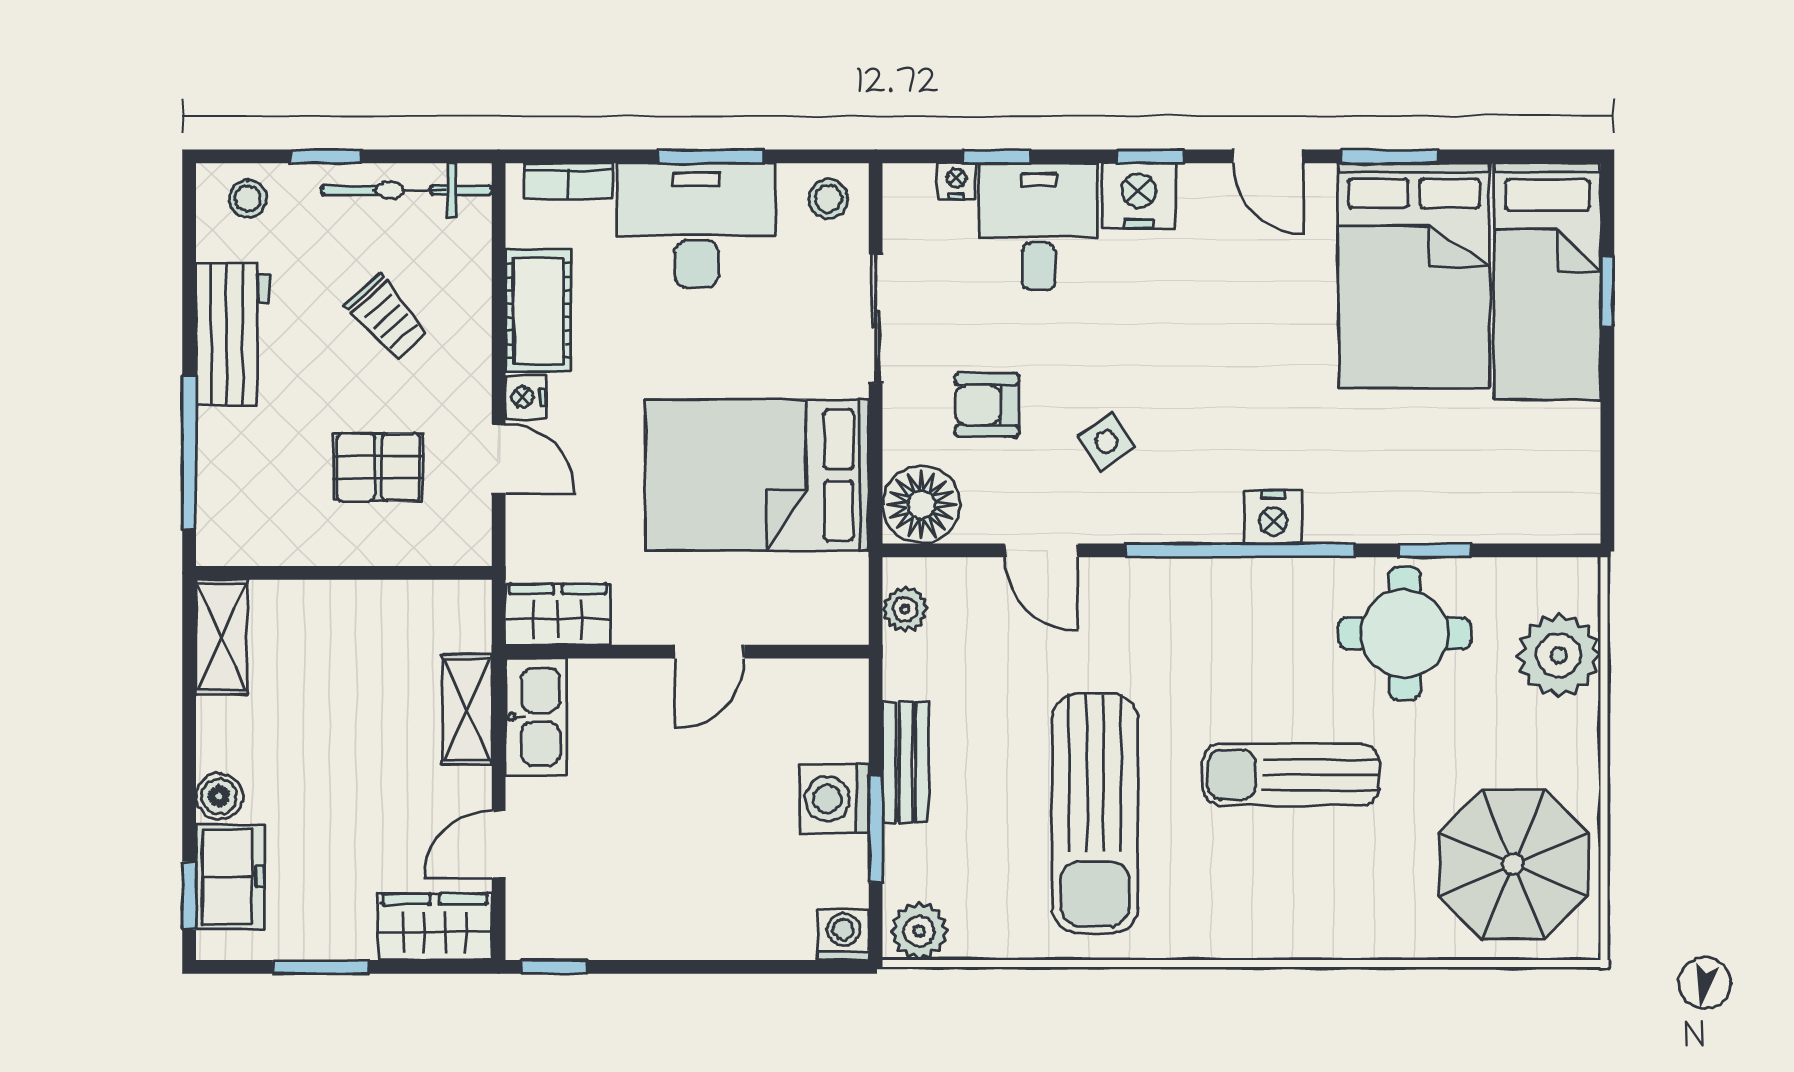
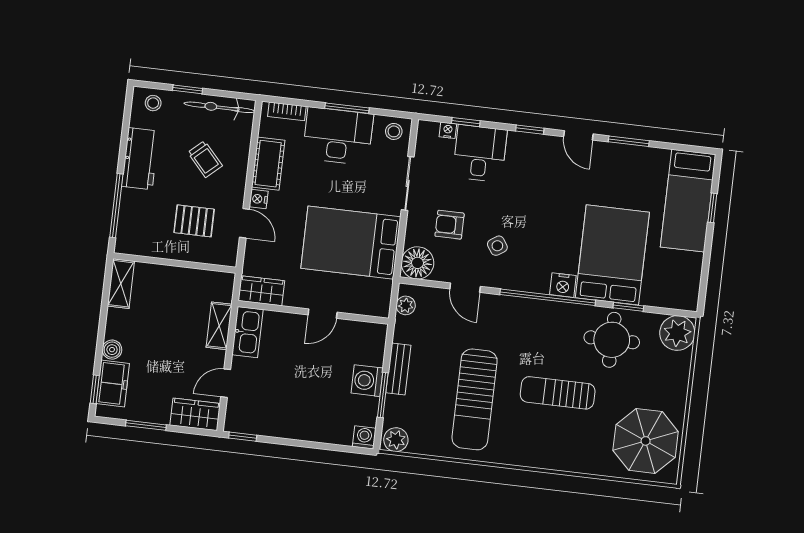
nightstand: (1139, 196) -> (523, 145), removed
bed: (1414, 275) -> (612, 255), moved, turned 180
plant: (1559, 655) -> (677, 333), moved

